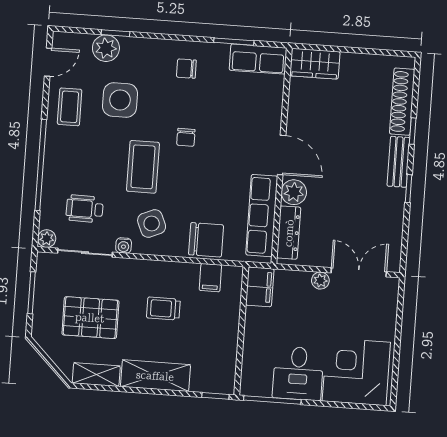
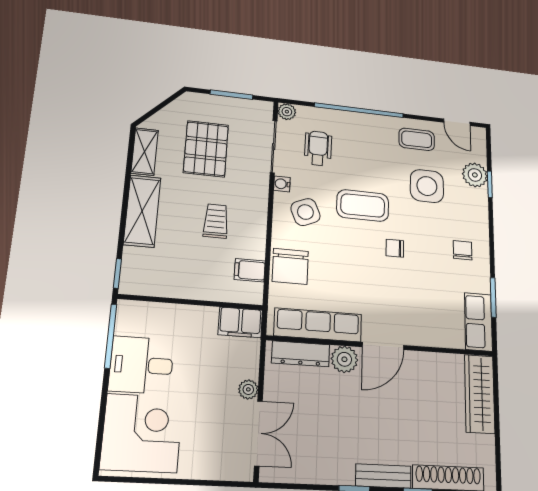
wardrobe: (315, 64) -> (480, 394), width x1.50

